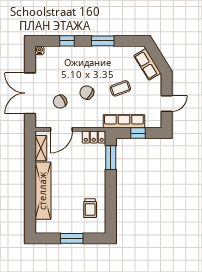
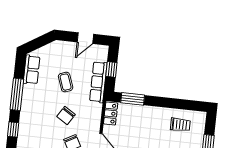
window: (103, 41) -> (17, 94), width x1.44
row of seats: (147, 64) -> (32, 70), moved, turned -58
door: (167, 103) -> (85, 38), swing flipped

